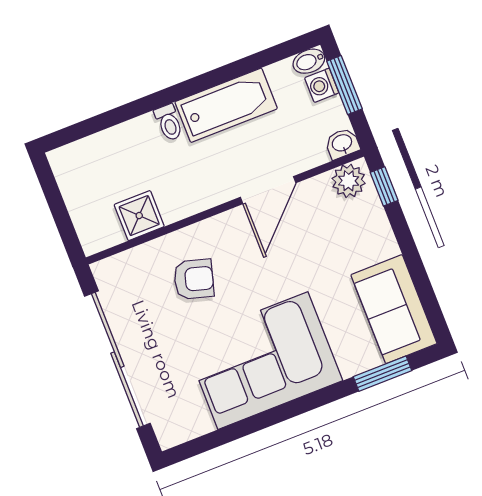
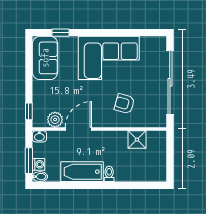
plant: (349, 181) -> (55, 120), moved
window: (382, 374) -> (61, 33), width x0.67

